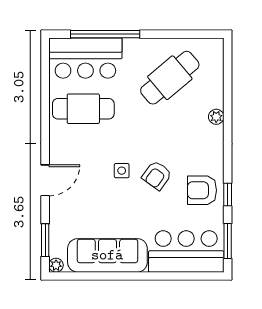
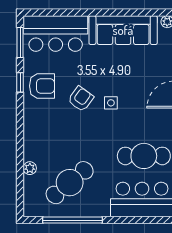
window: (105, 34) -> (72, 220), moved
plant: (216, 117) -> (30, 168), moved

